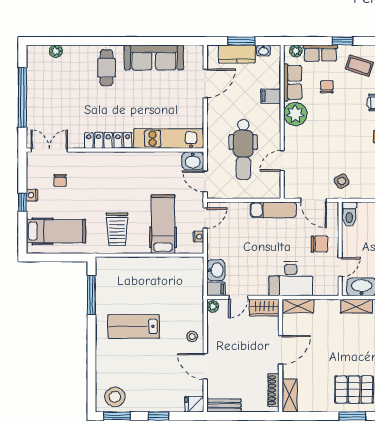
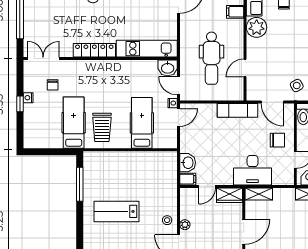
hospital bed: (56, 231) -> (74, 123), moved, turned -90
nightstand: (198, 237) -> (173, 103), moved
plant: (213, 306) -> (185, 225), moved

